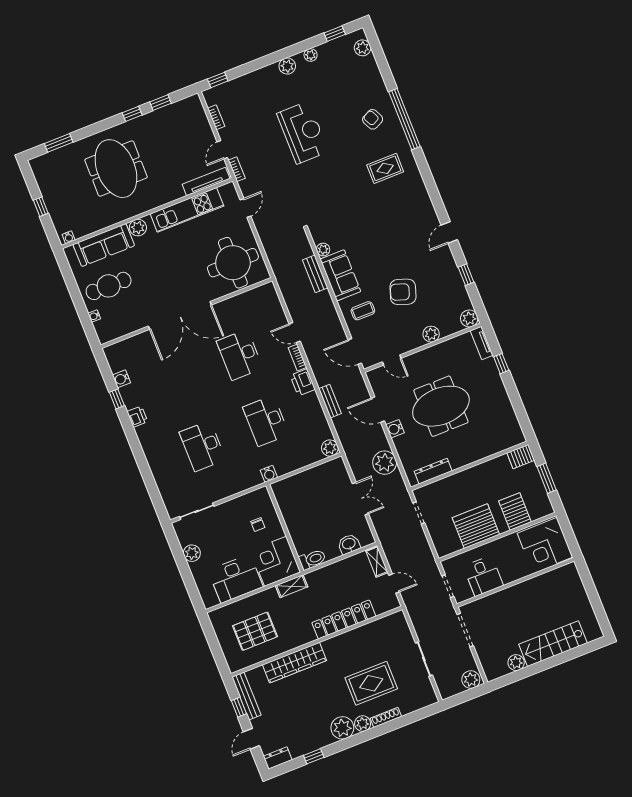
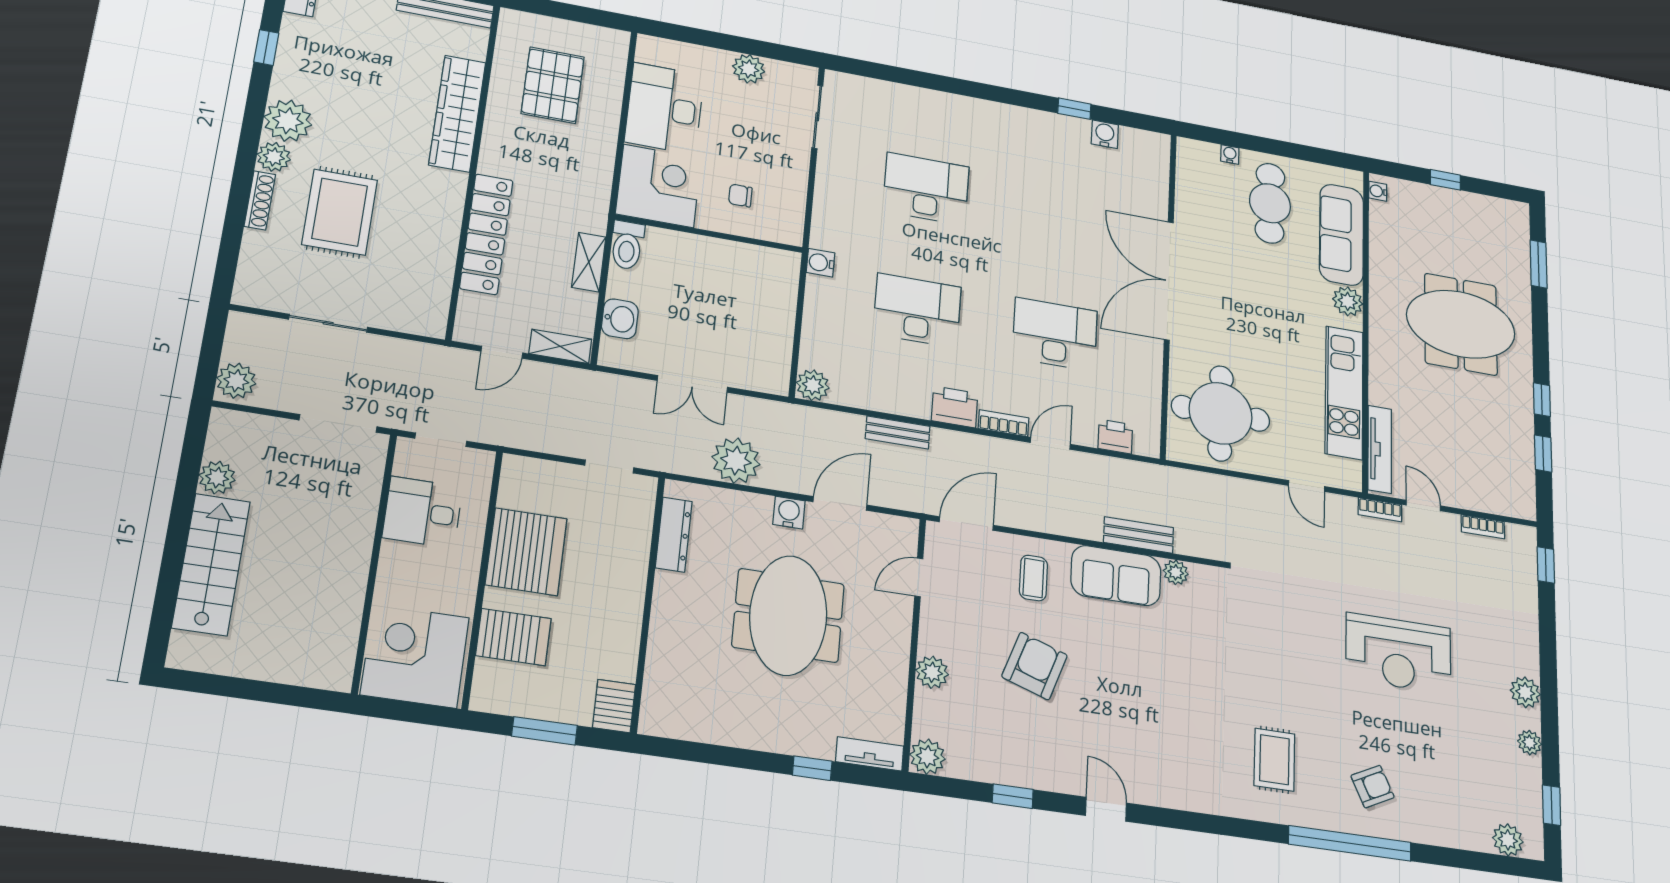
printer: (137, 417) -> (1115, 437), moved, turned 180
shelving: (292, 586) -> (589, 262), moved

